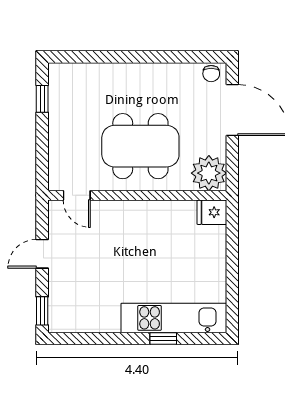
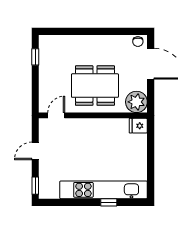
door: (77, 195) -> (56, 115), swing flipped
kitchen unit: (174, 318) -> (104, 190), width x1.36

